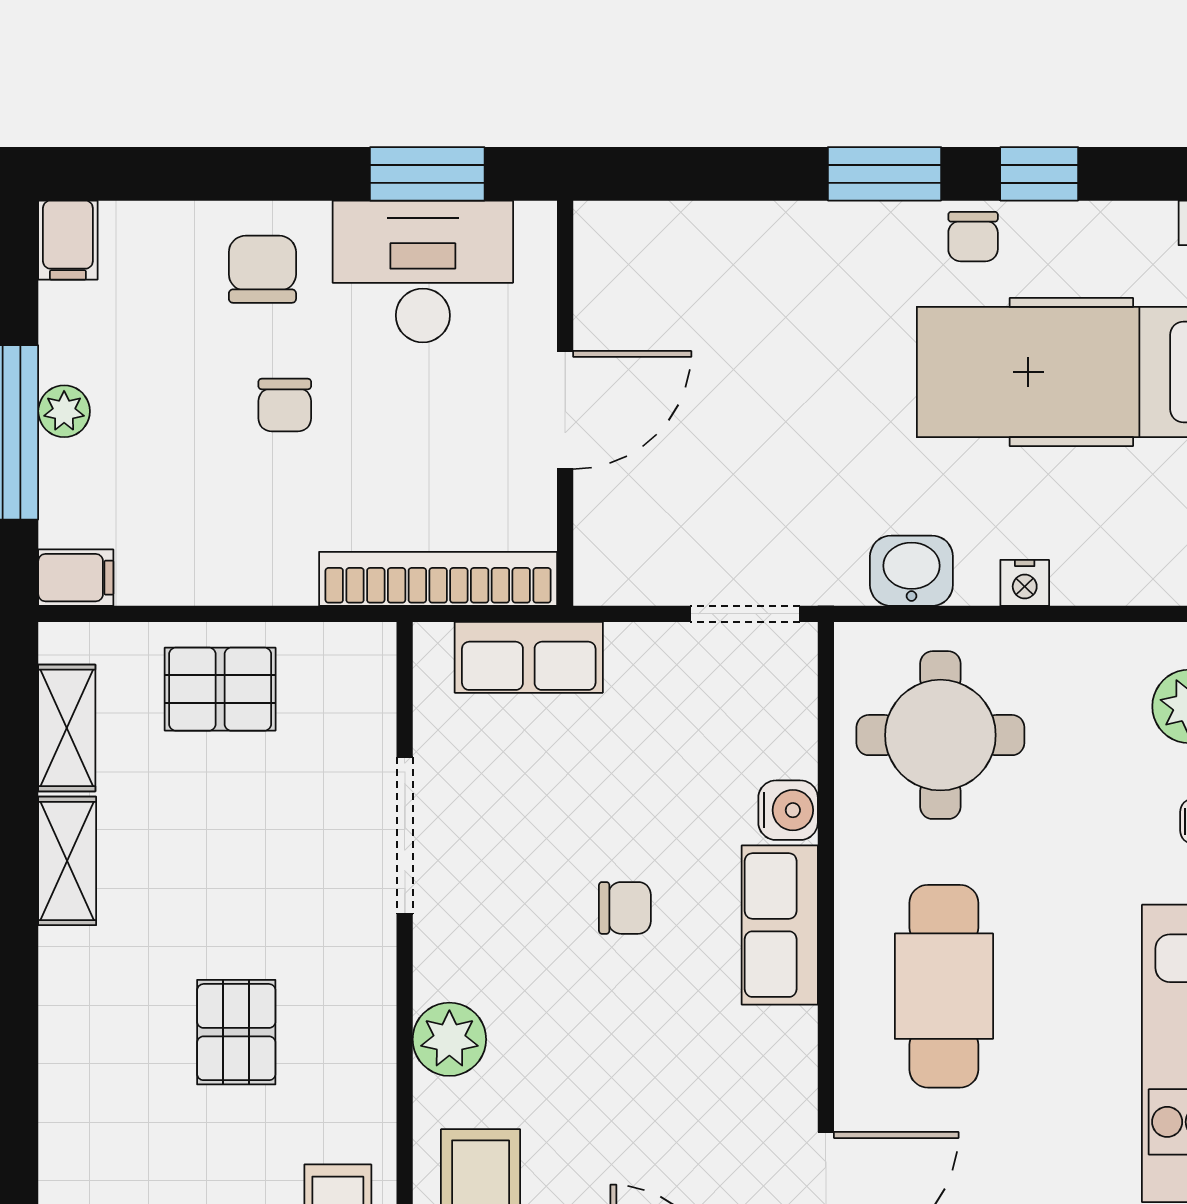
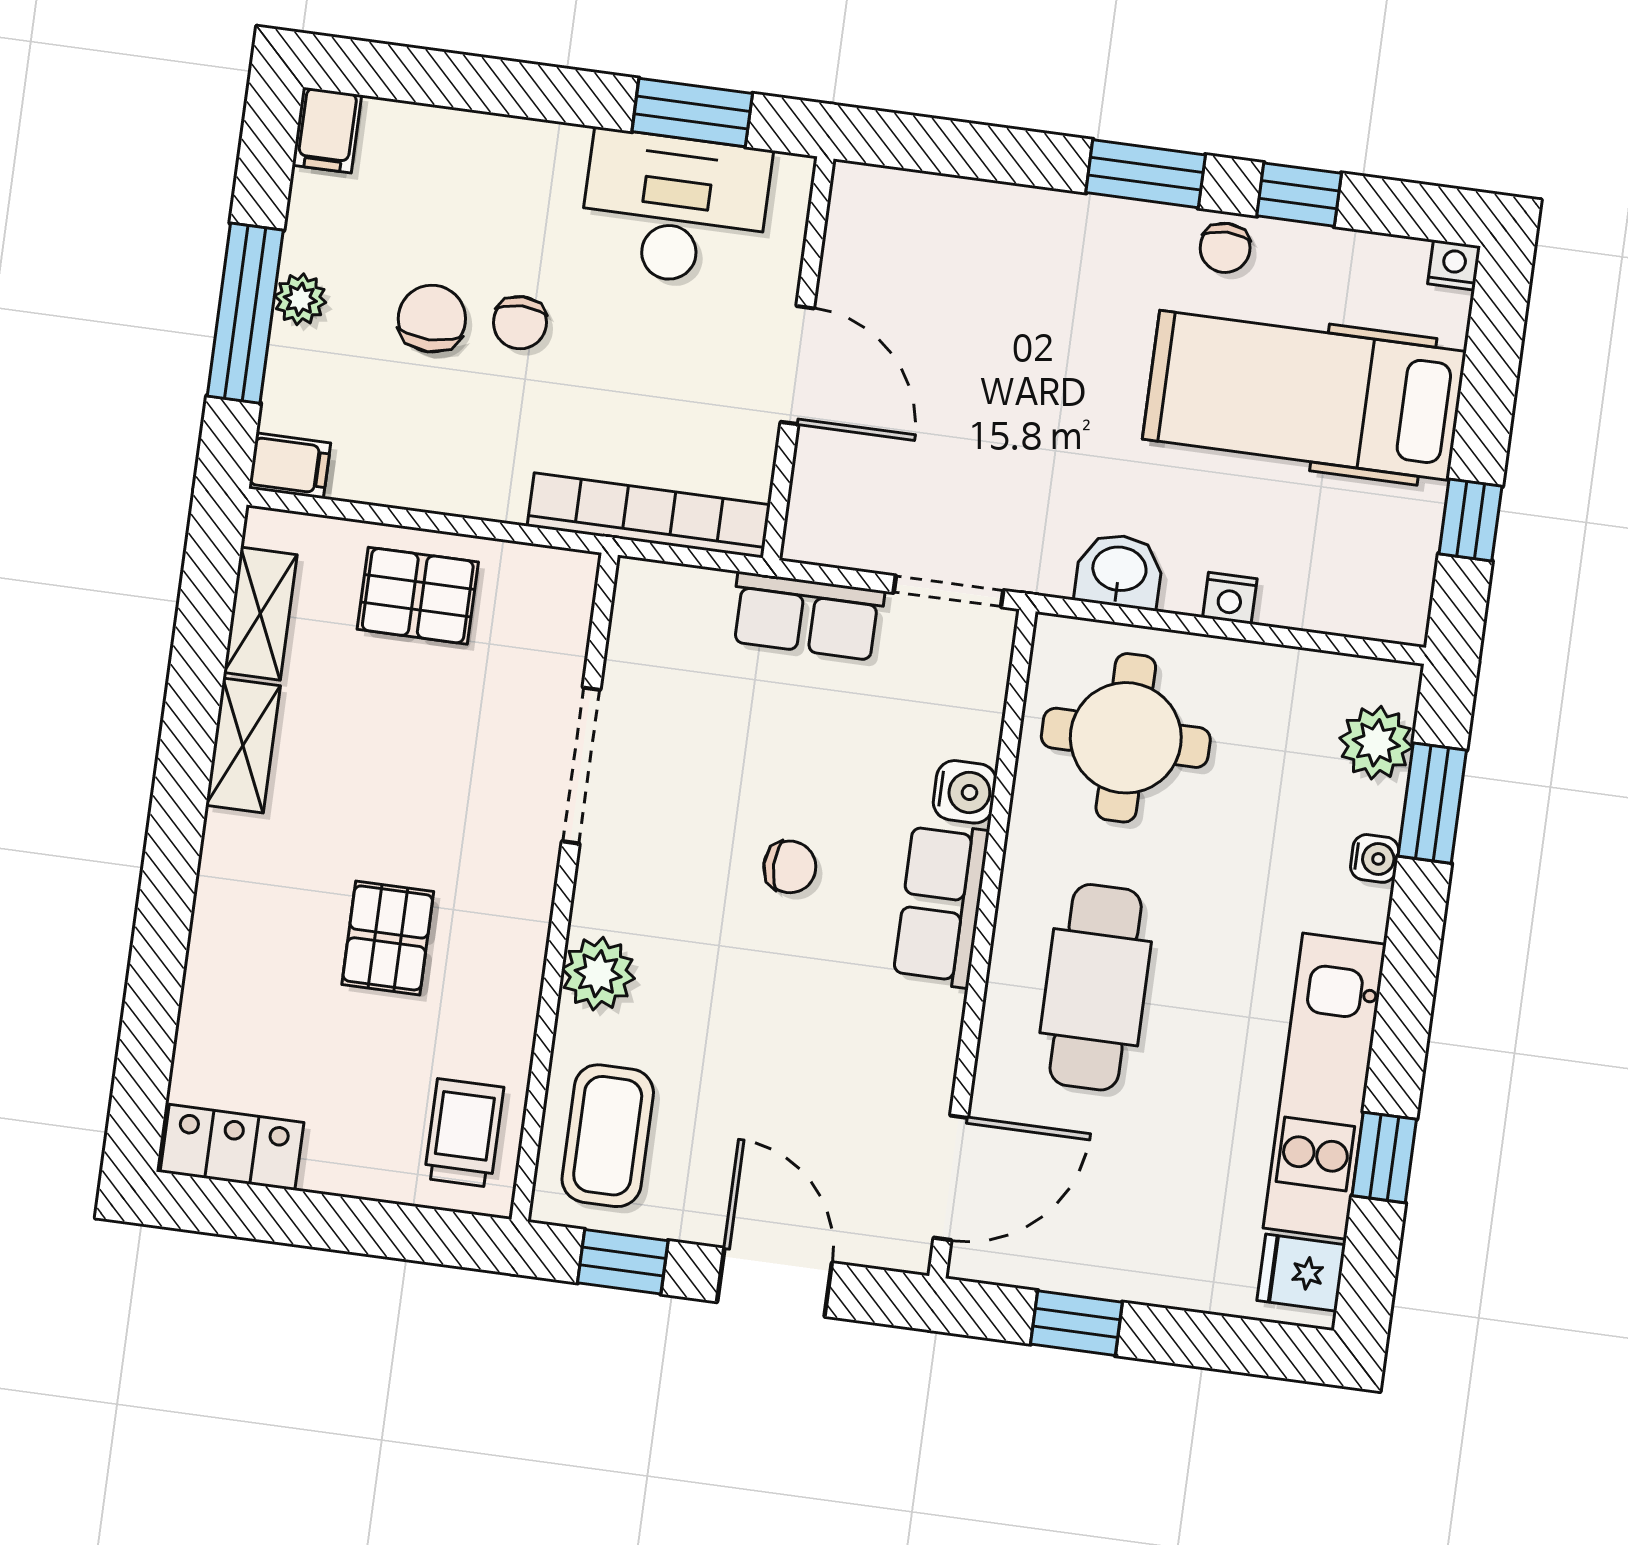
chair: (262, 269) -> (432, 319), moved
door: (565, 410) -> (797, 365), hinge flipped
row of seats: (529, 657) -> (807, 616), moved

